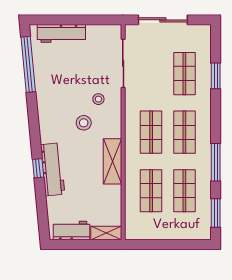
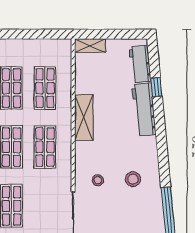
stool: (84, 123) -> (133, 179), moved
window: (38, 168) -> (156, 87), moved
workbench: (72, 231) -> (140, 64), moved, turned 85

